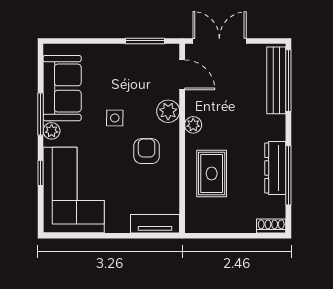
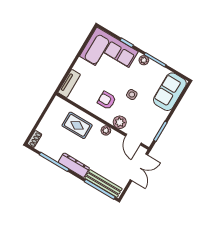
door: (182, 75) -> (133, 140), hinge flipped
sofa: (62, 88) -> (170, 92), moved, turned 90
armchair: (147, 151) -> (107, 100), turned 180
dresser: (275, 168) -> (74, 165), moved

